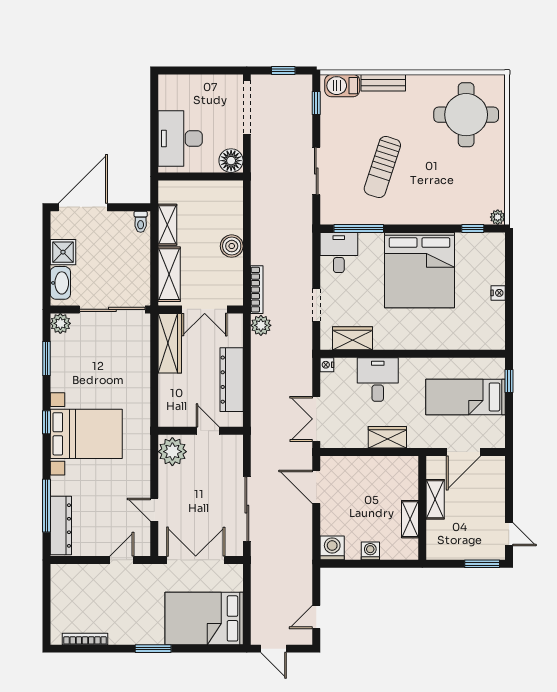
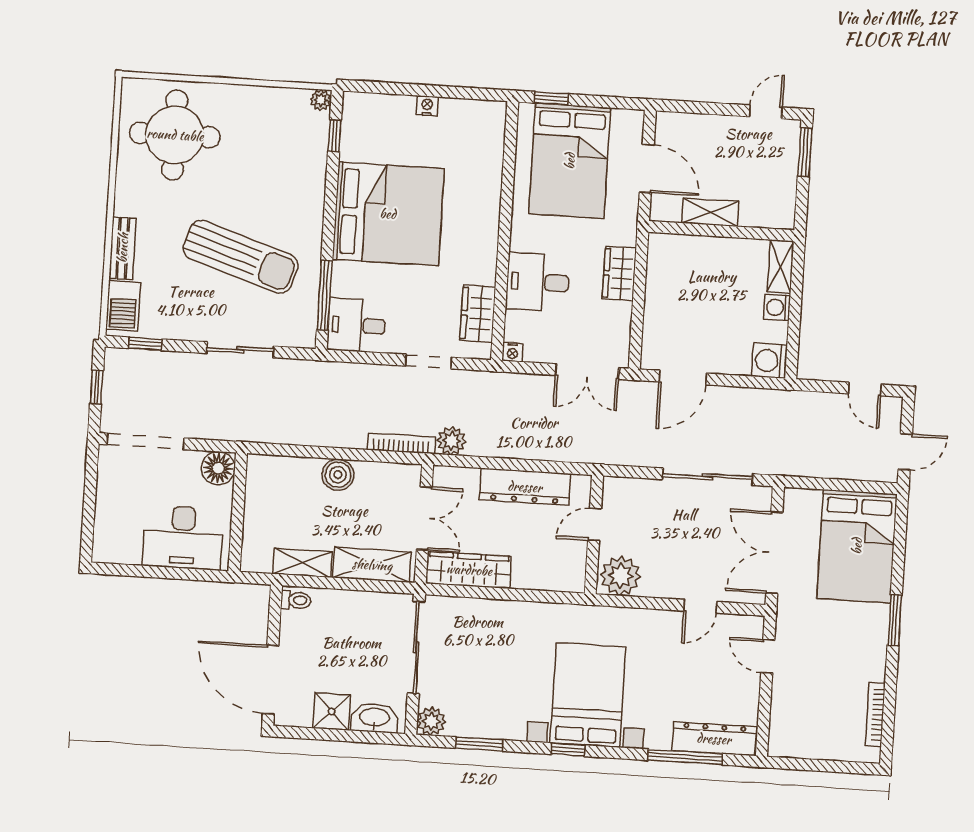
sun lounger: (382, 167) -> (241, 257), width x1.36, depth x1.34
bed: (465, 397) -> (570, 161), width x1.50
shelving: (410, 519) -> (780, 267), moved, turned 90

